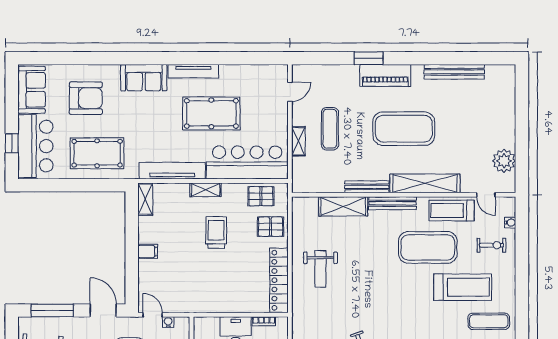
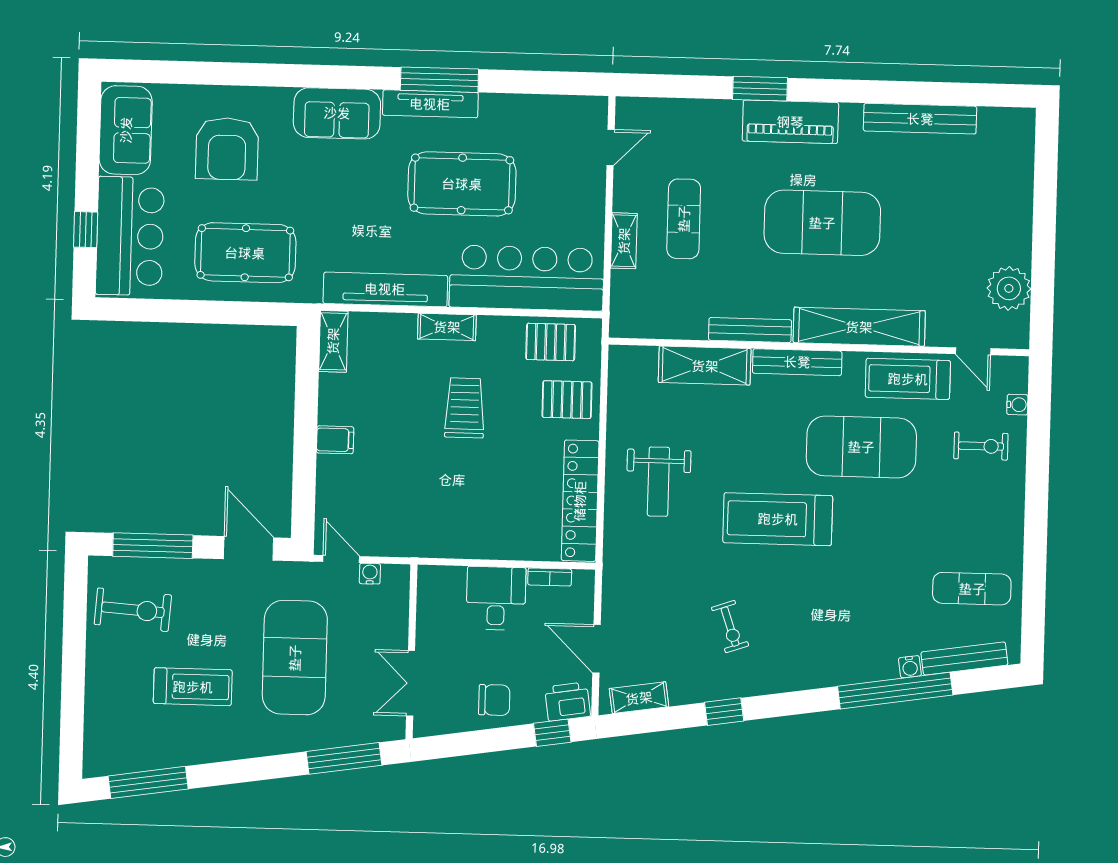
window: (198, 58) -> (439, 80), added
armchair: (86, 98) -> (227, 149), turned 90
treadmill: (463, 287) -> (778, 519), moved, turned 180

